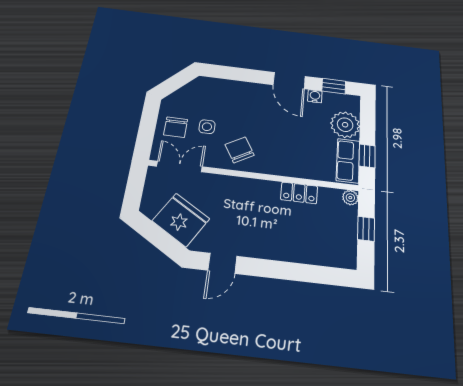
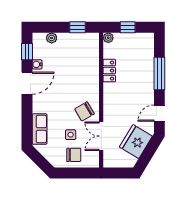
plant: (345, 125) -> (52, 38), width x0.53, depth x0.53
row of seats: (348, 161) -> (40, 129), moved, turned -90
double door: (179, 166) -> (101, 136), moved
door: (222, 263) -> (159, 113), swing flipped
window: (289, 271) -> (159, 74), added

